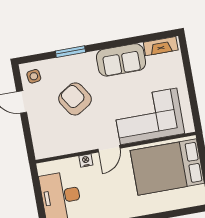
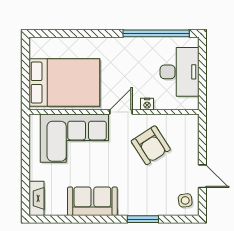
fireplace: (161, 46) -> (36, 198), moved, turned 90
armchair: (75, 99) -> (151, 145), moved

